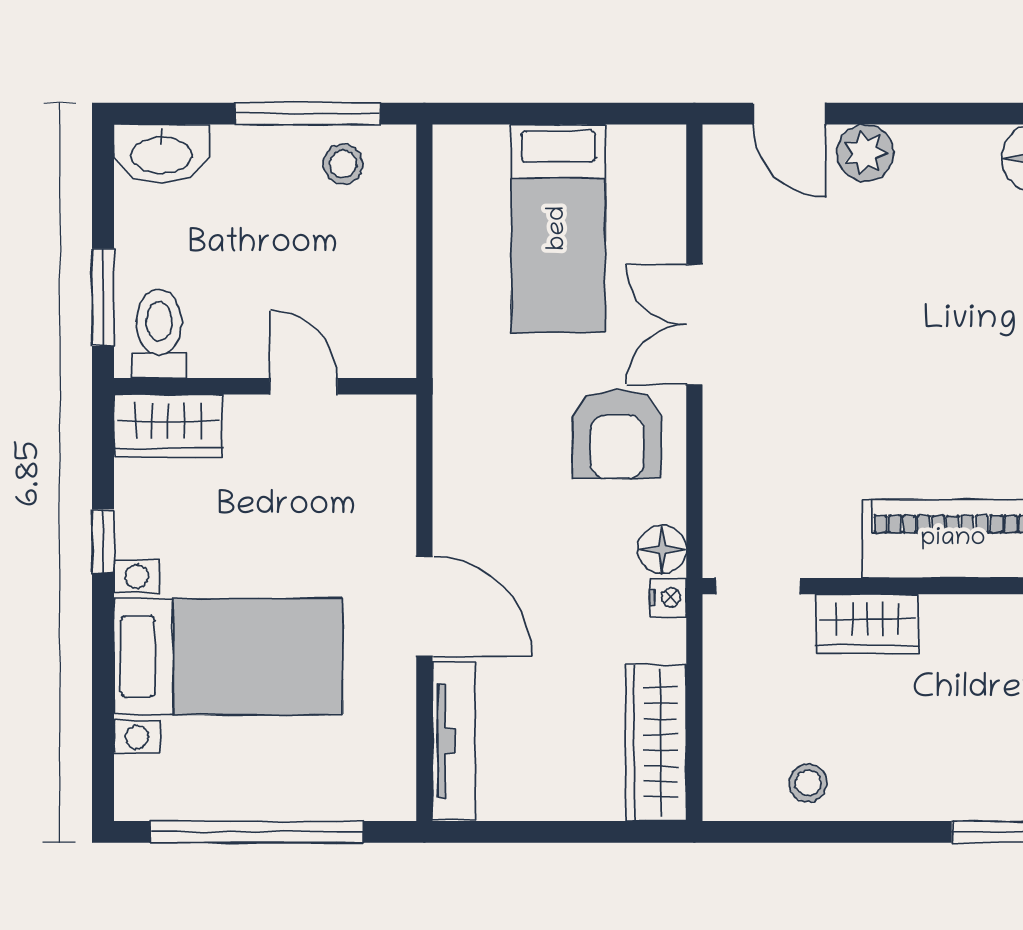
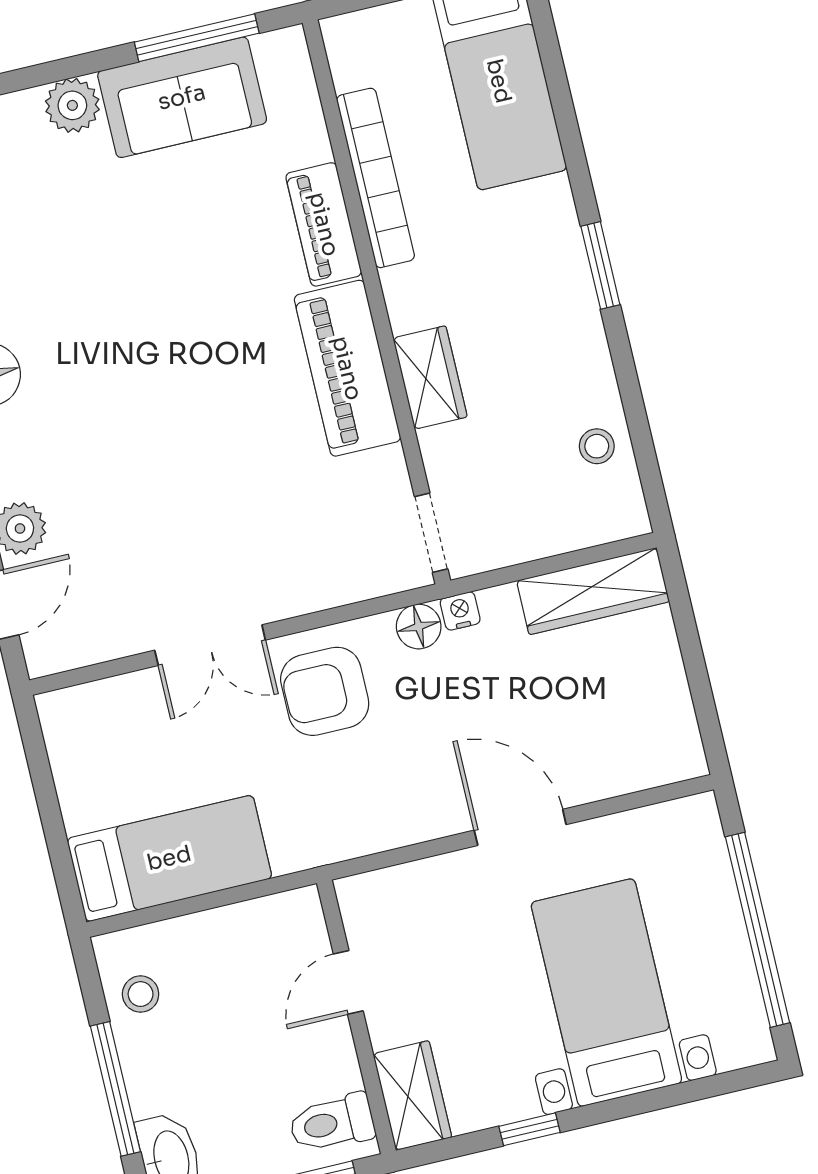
window: (308, 114) -> (115, 1089), moved
bed: (558, 228) -> (169, 858), moved
armchair: (617, 434) -> (325, 691), turned 180
door: (424, 607) -> (520, 827), hinge flipped
wardrobe: (867, 624) -> (430, 377), moved
tv unit: (454, 741) -> (634, 773), removed

